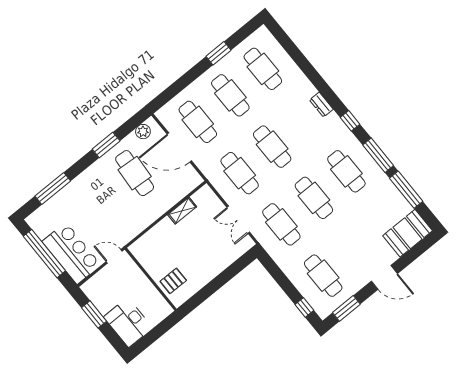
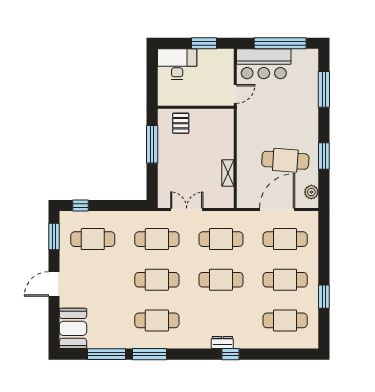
window: (350, 121) -> (231, 354), moved
window: (209, 290) -> (152, 144), added

